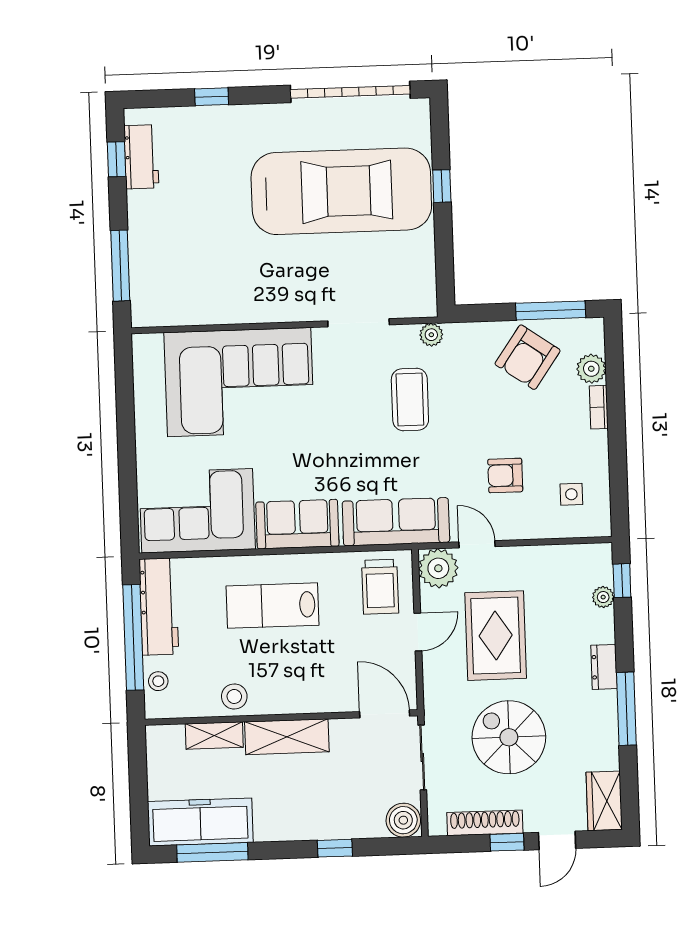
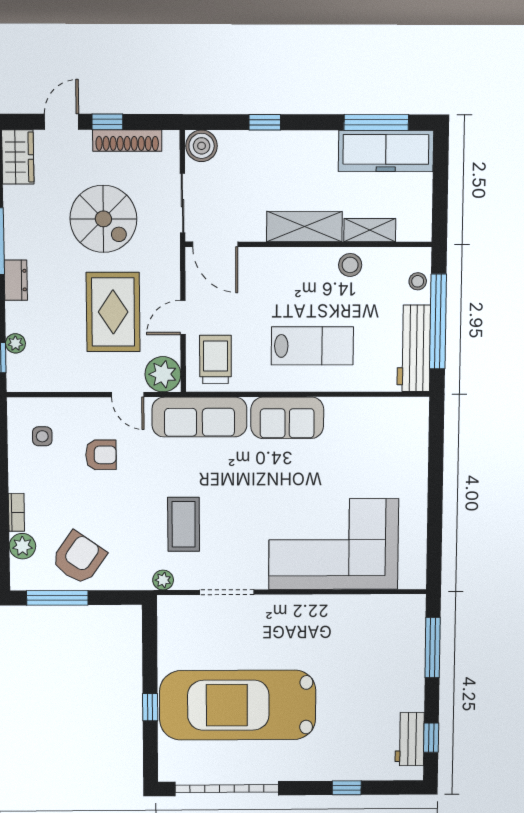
corner sofa: (197, 511) -> (376, 433), removed

